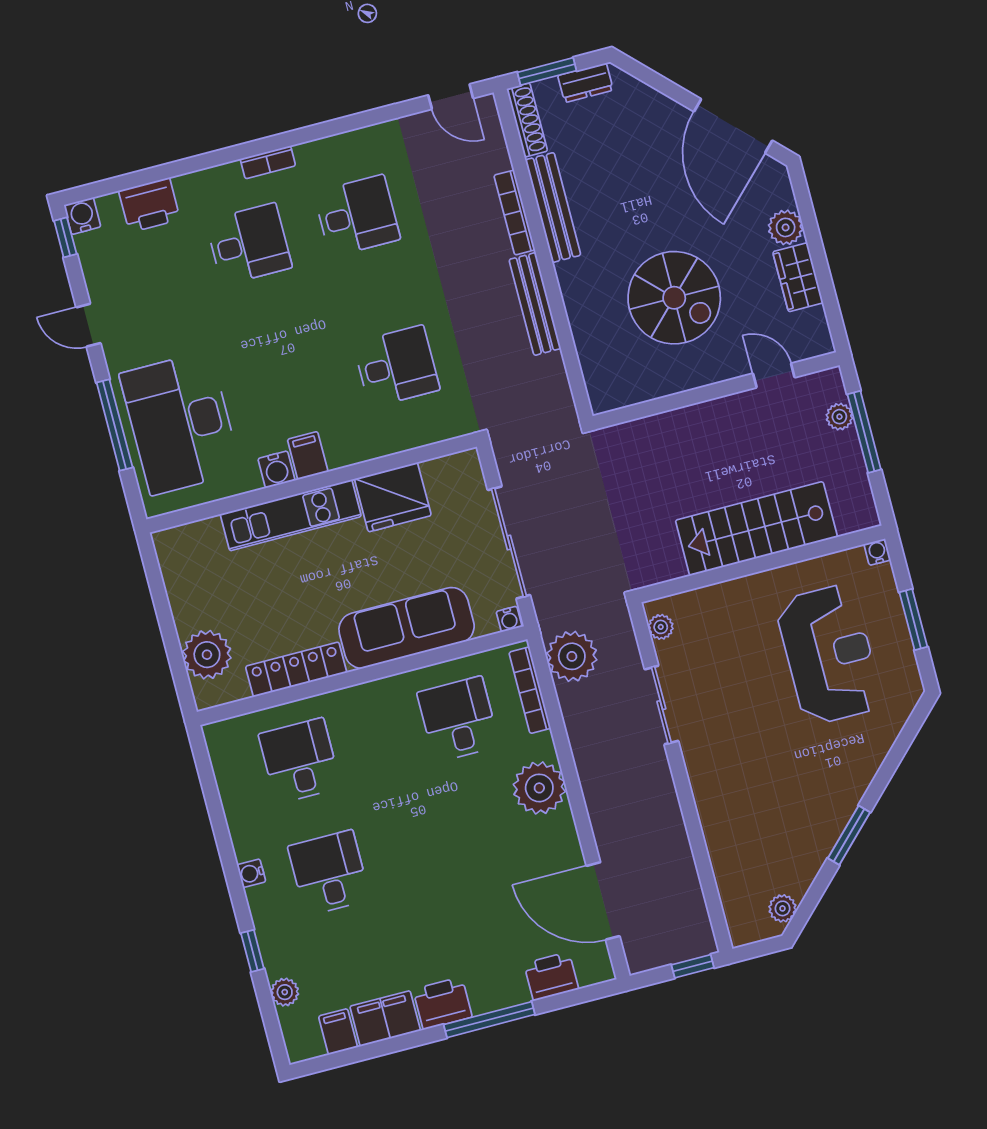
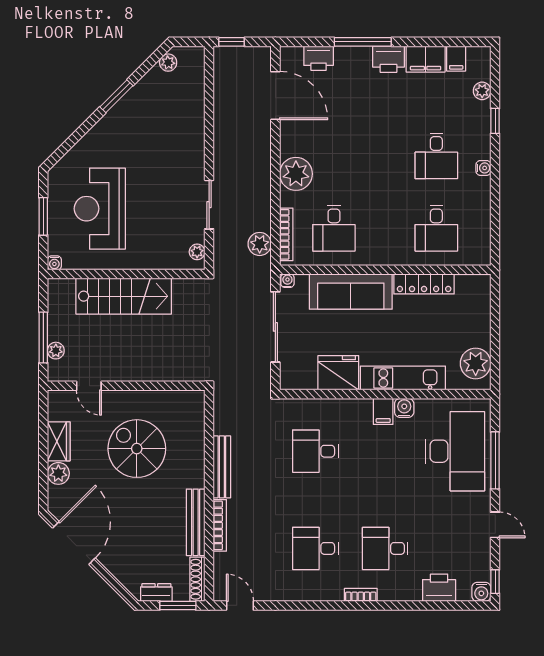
plant: (207, 655) -> (476, 363), moved
plant: (572, 656) -> (260, 244), width x0.73, depth x0.73

